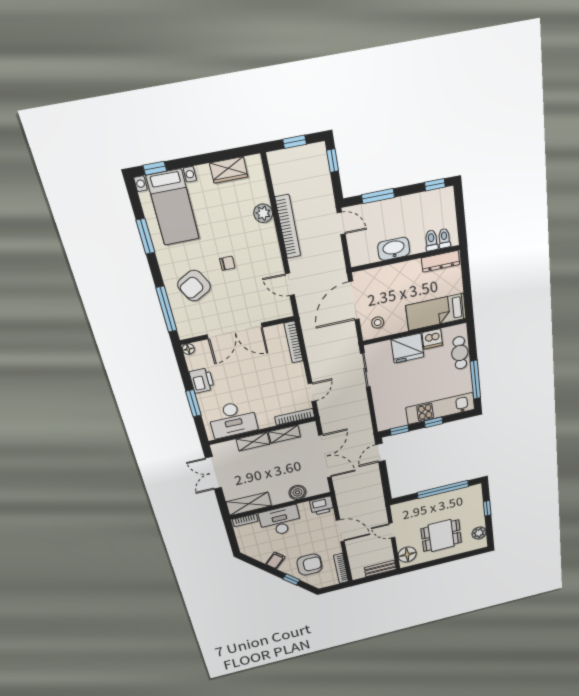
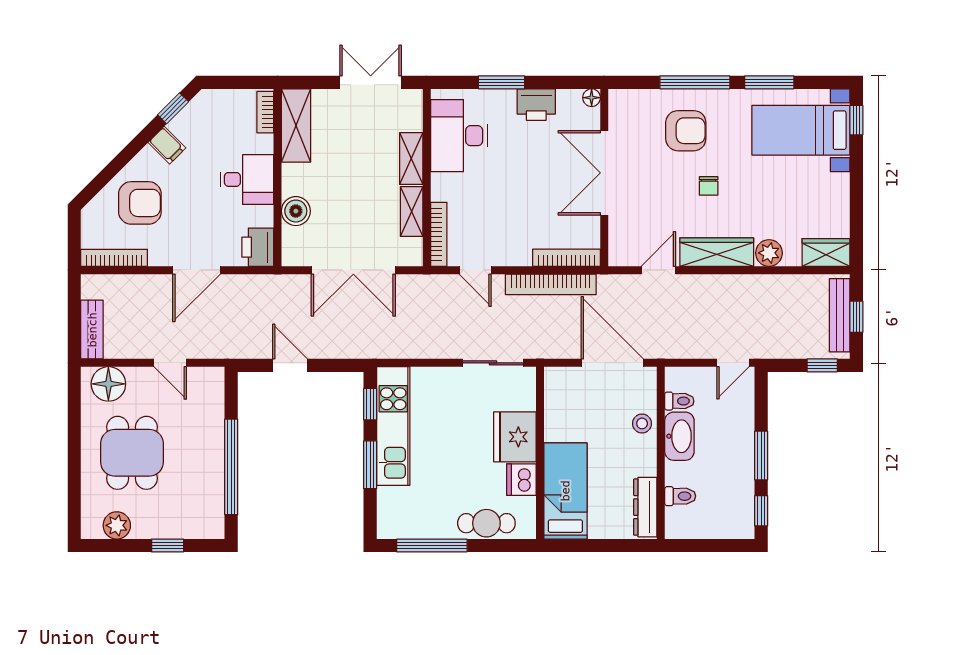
bench: (296, 154) -> (840, 315), added
wardrobe: (229, 170) -> (826, 252), moved, turned 90
window: (378, 196) -> (761, 456), moved
bookcase: (288, 227) -> (551, 284), moved
toilet: (444, 238) -> (679, 401), moved
wardrobe: (270, 249) -> (717, 252), added
armchair: (194, 286) -> (686, 131), turned 118
window: (166, 309) -> (695, 82), moved
stool: (378, 323) -> (642, 423), moved
kitchen unit: (441, 408) -> (393, 426), moved
window: (434, 422) -> (370, 465), width x1.50
door: (380, 453) -> (290, 365), moved
desk: (280, 521) -> (247, 179), width x0.73
door: (392, 530) -> (170, 363), swing flipped
armchair: (309, 565) -> (140, 203), turned -90
window: (291, 579) -> (173, 108), moved

